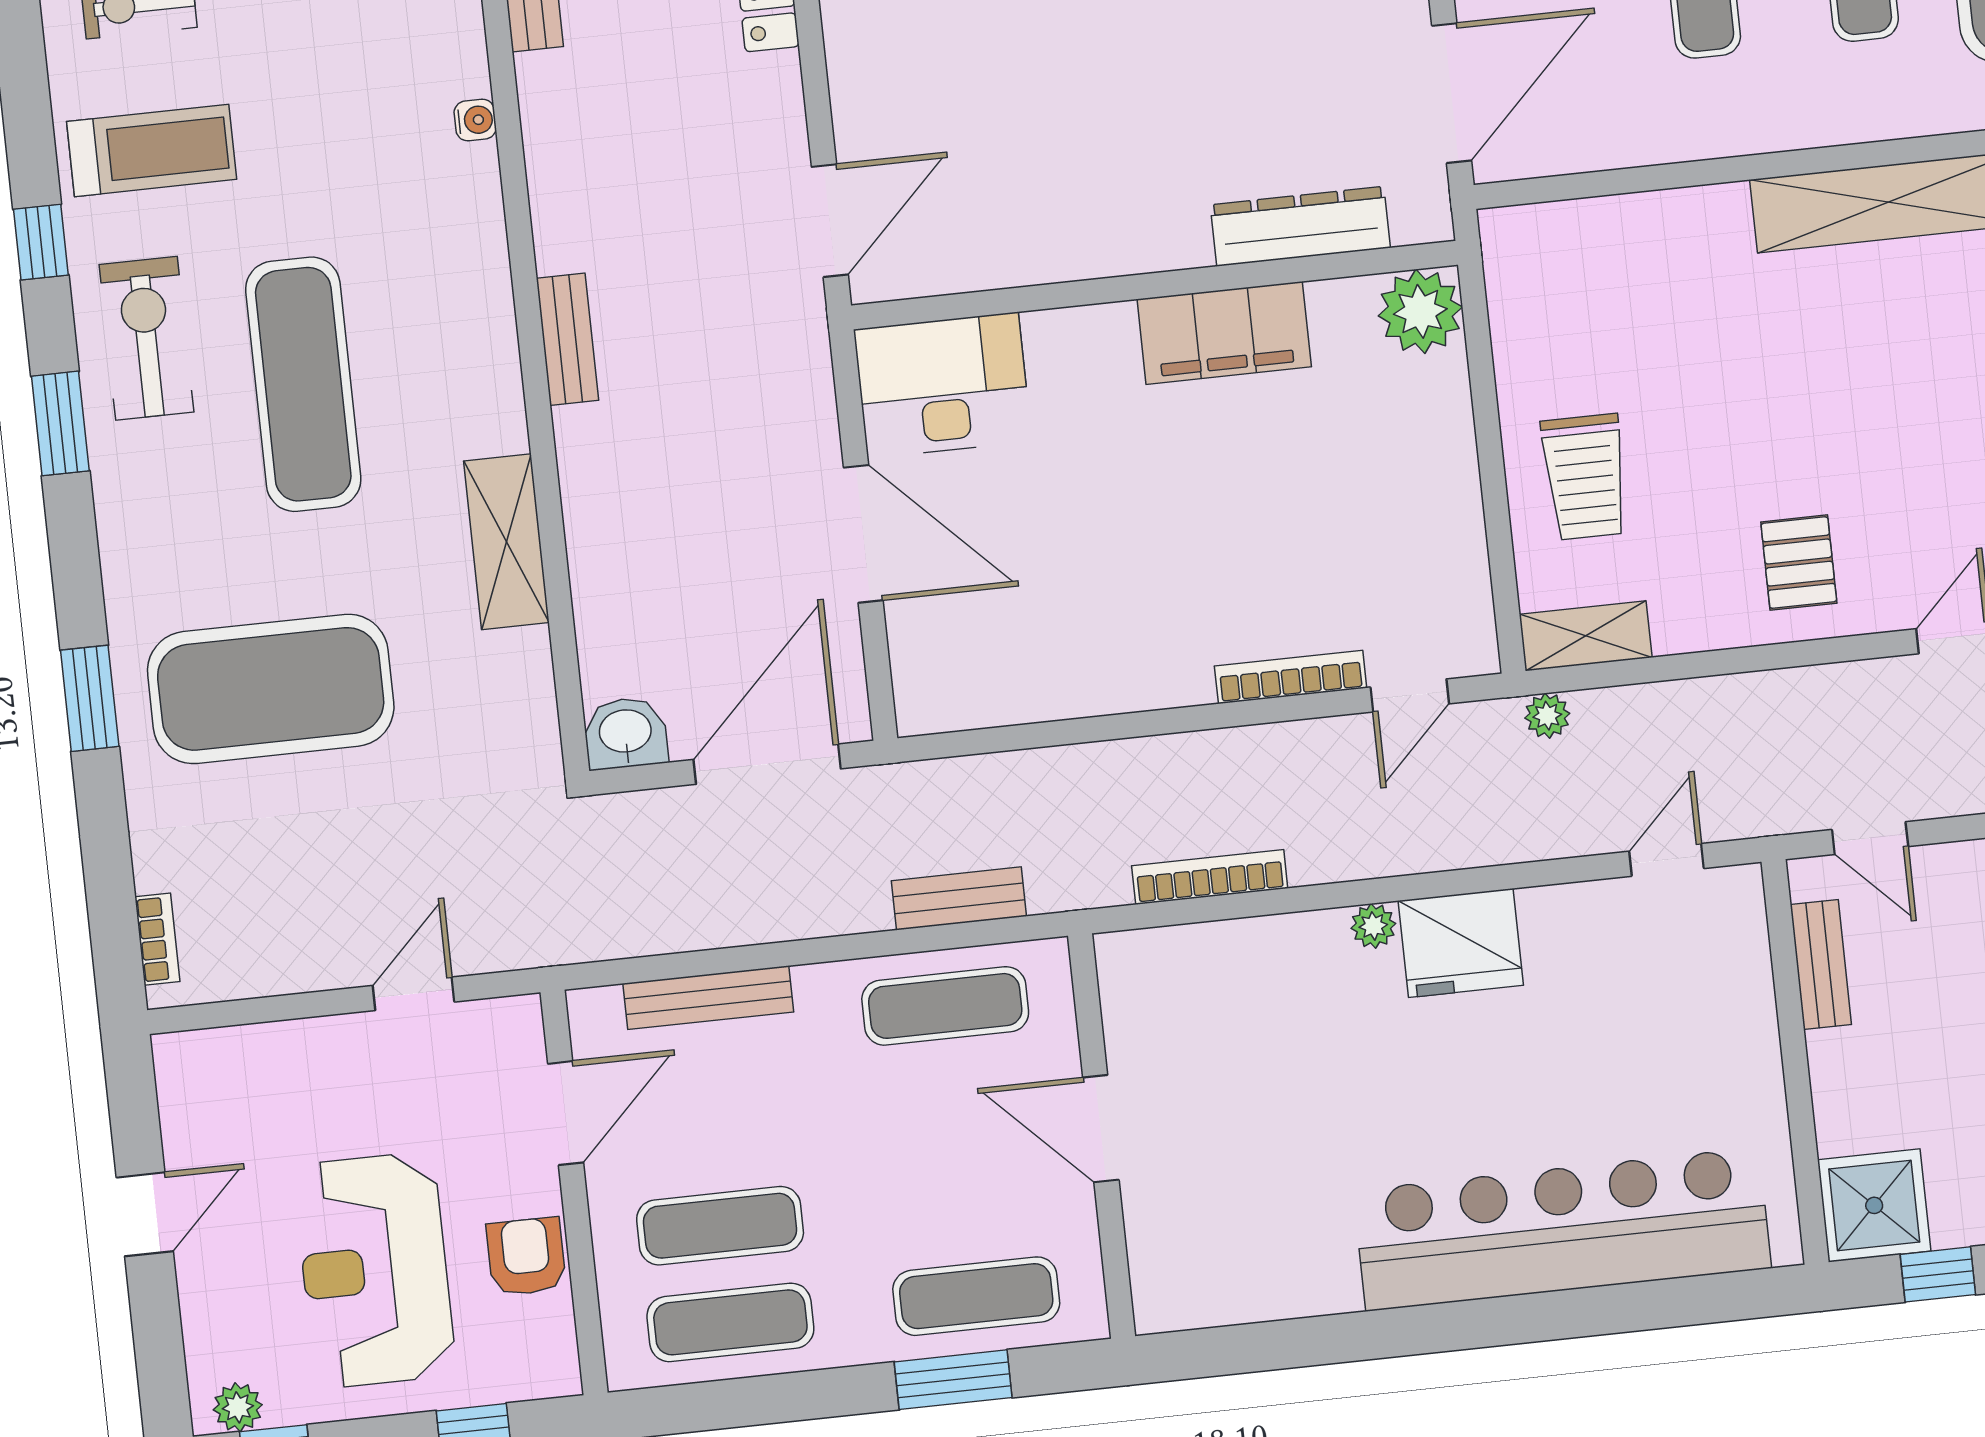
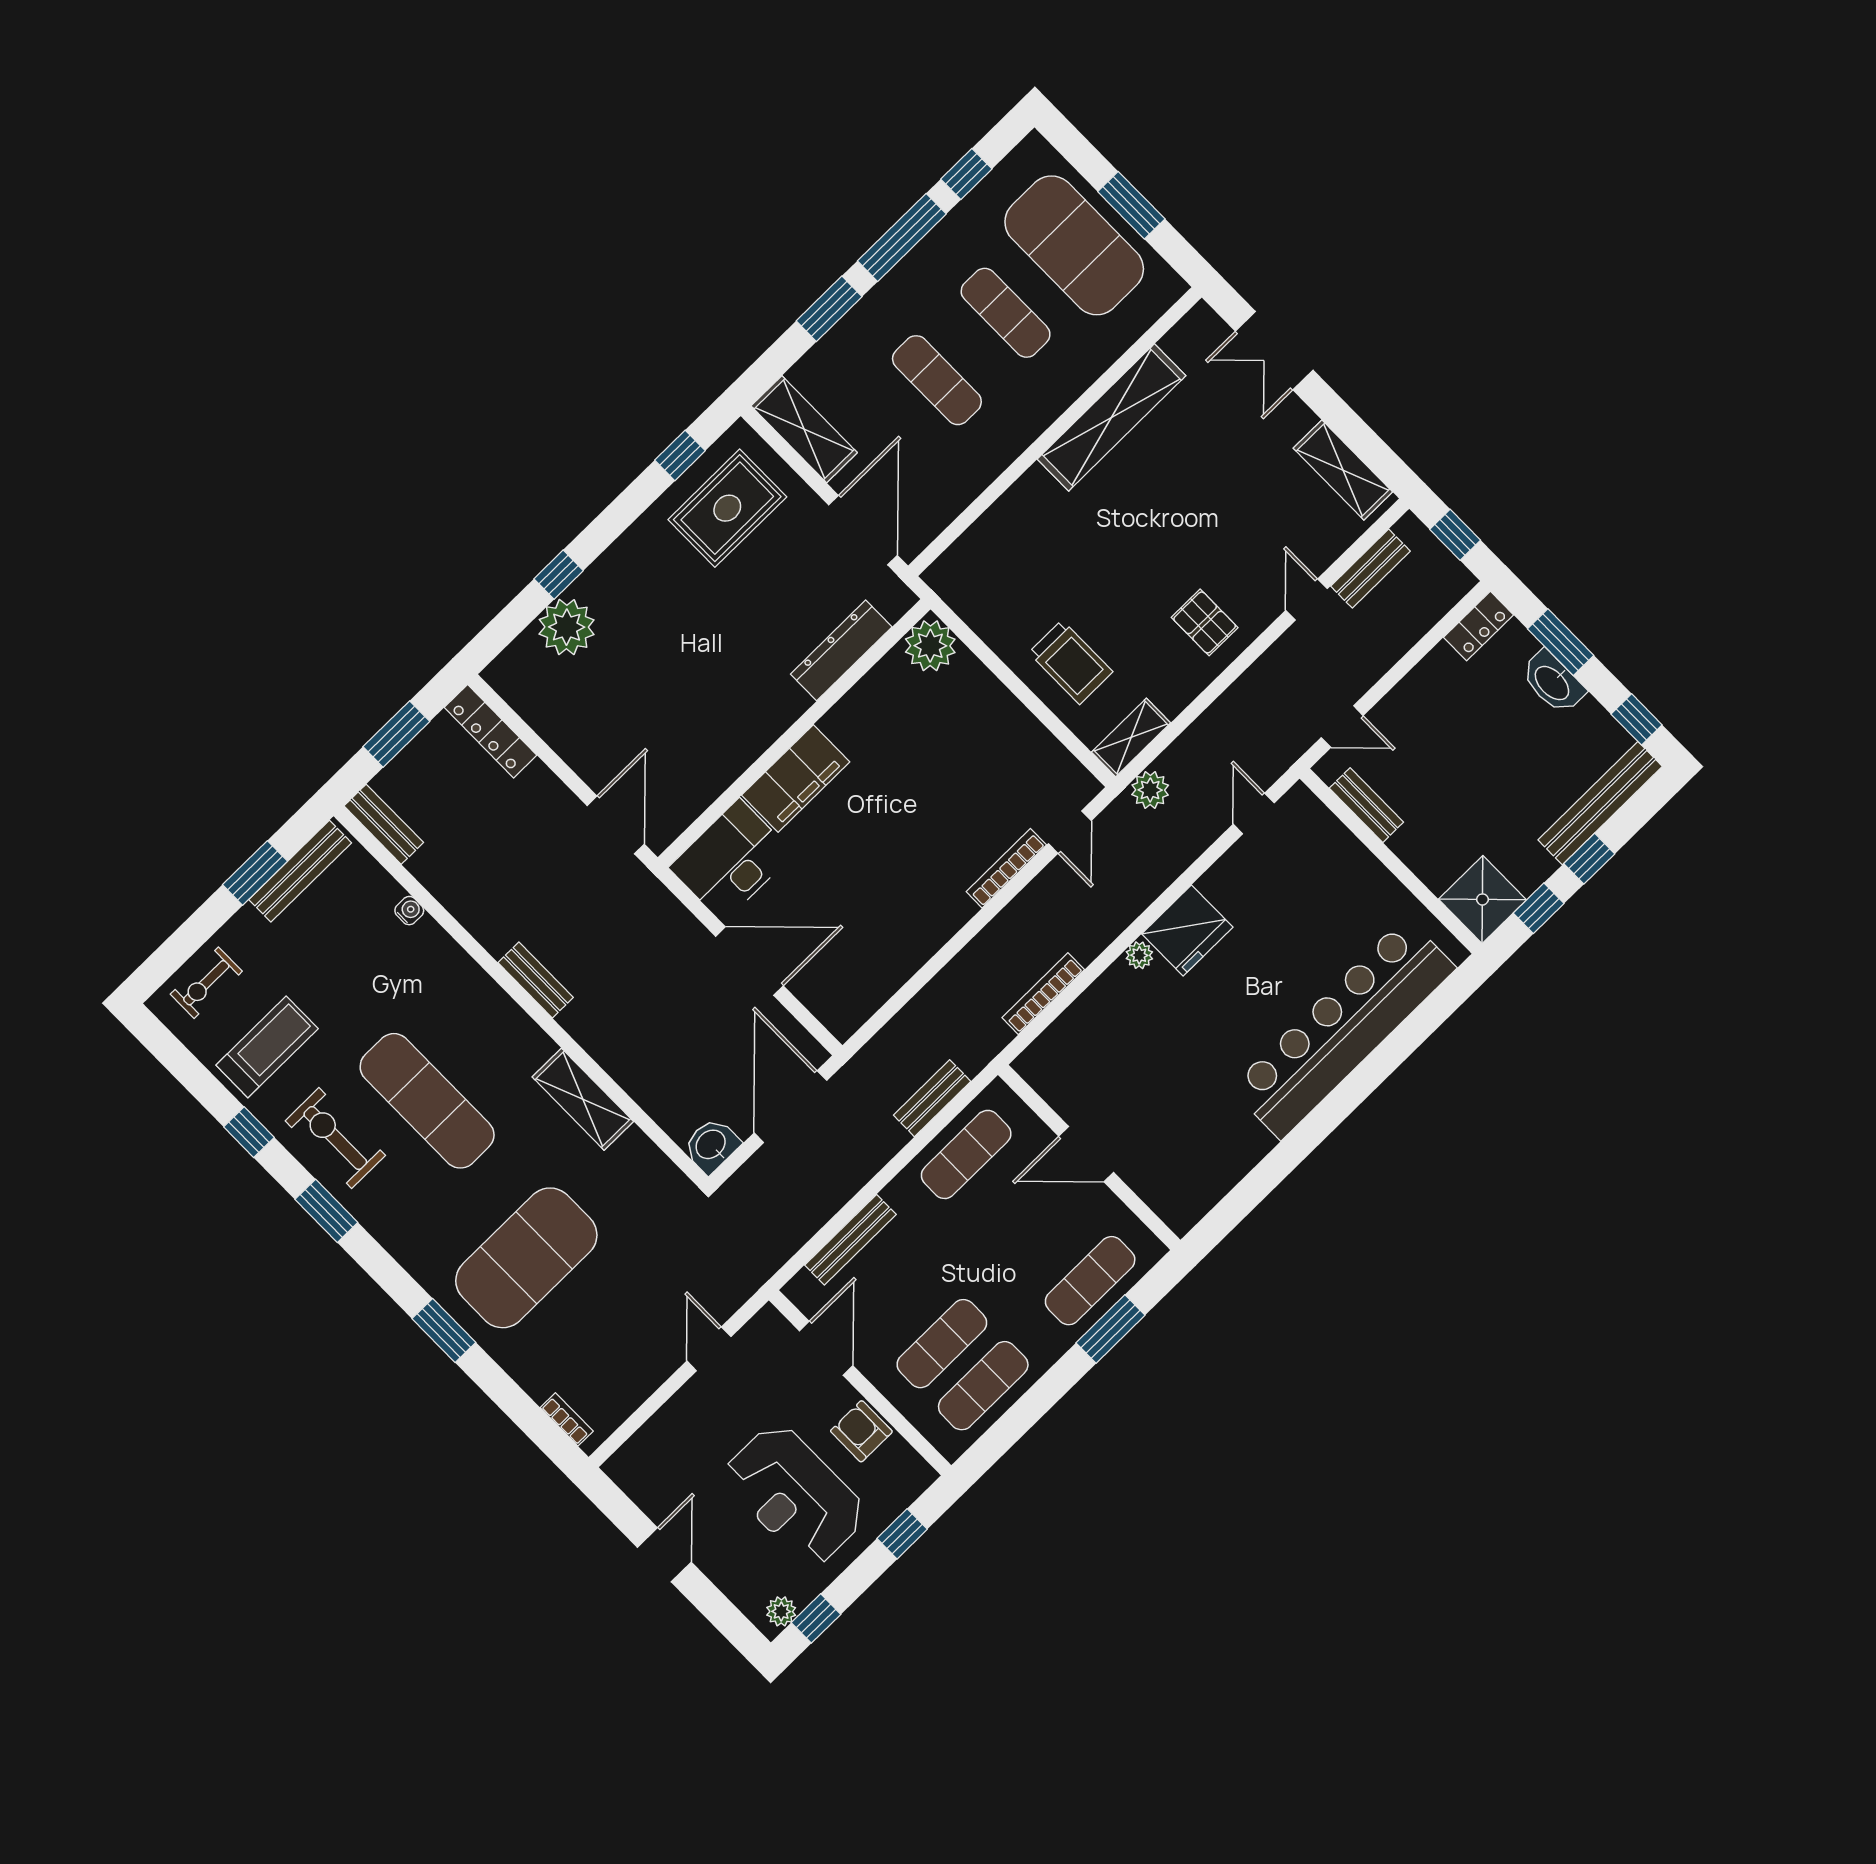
filing cabinet: (1224, 333) -> (796, 778), moved
plant: (1547, 716) -> (1150, 790), width x1.38, depth x1.38

